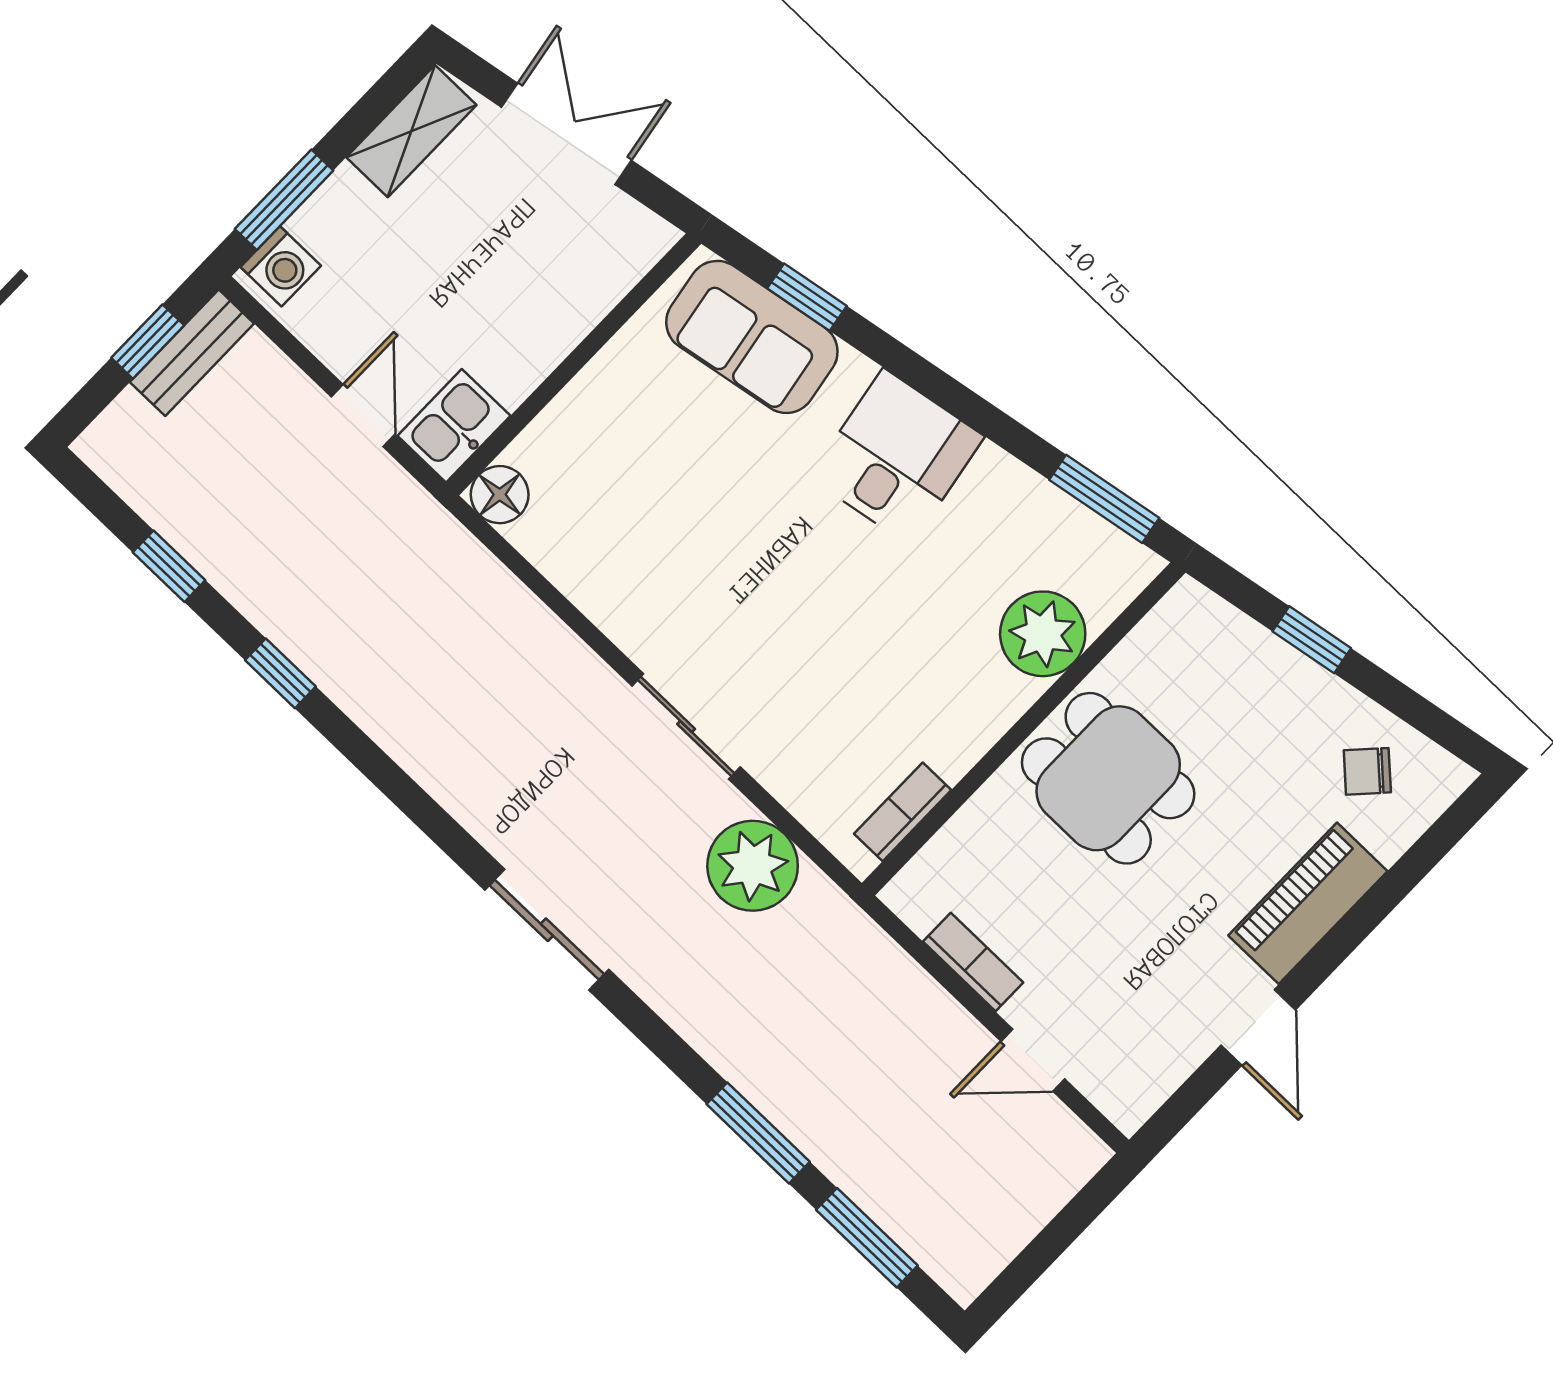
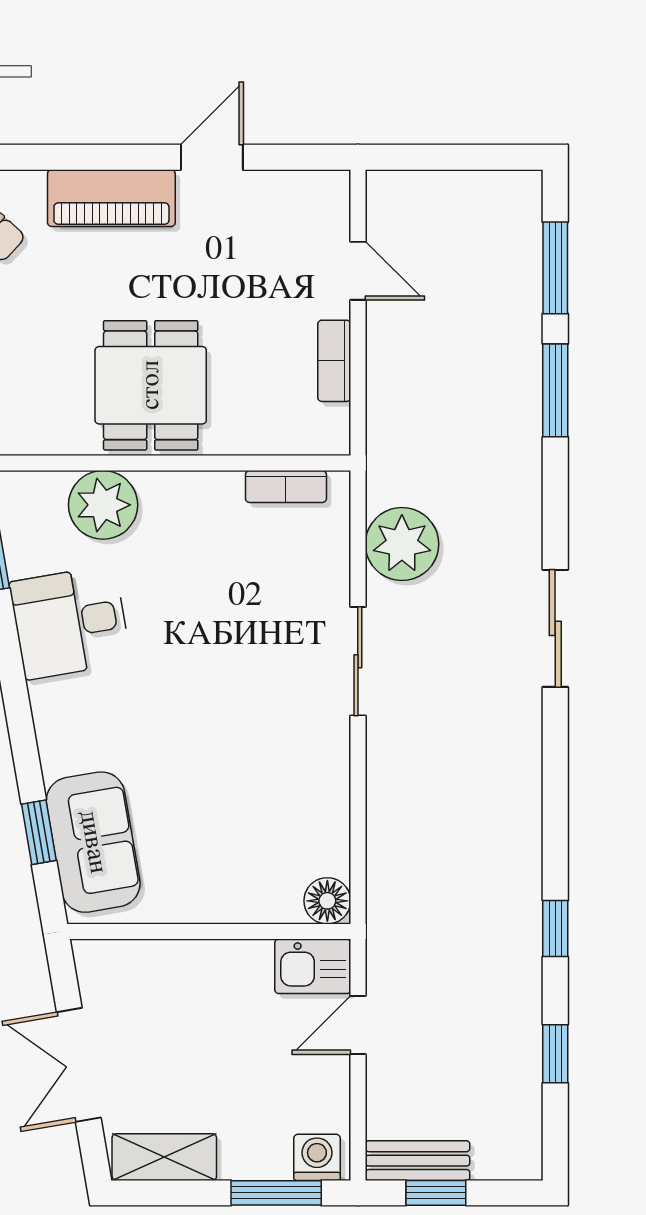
desk: (897, 457) -> (70, 622), moved

